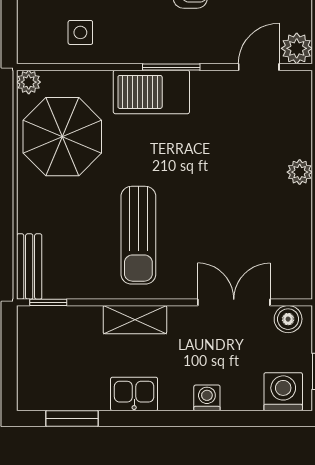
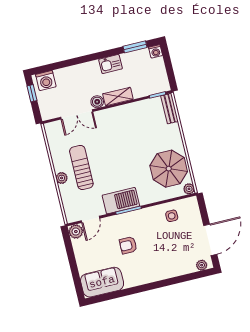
barbecue: (151, 92) -> (121, 201), moved
sun lounger: (138, 235) -> (81, 167), moved
boiler: (288, 319) -> (97, 102), moved
washing machine: (207, 398) -> (156, 51), moved

